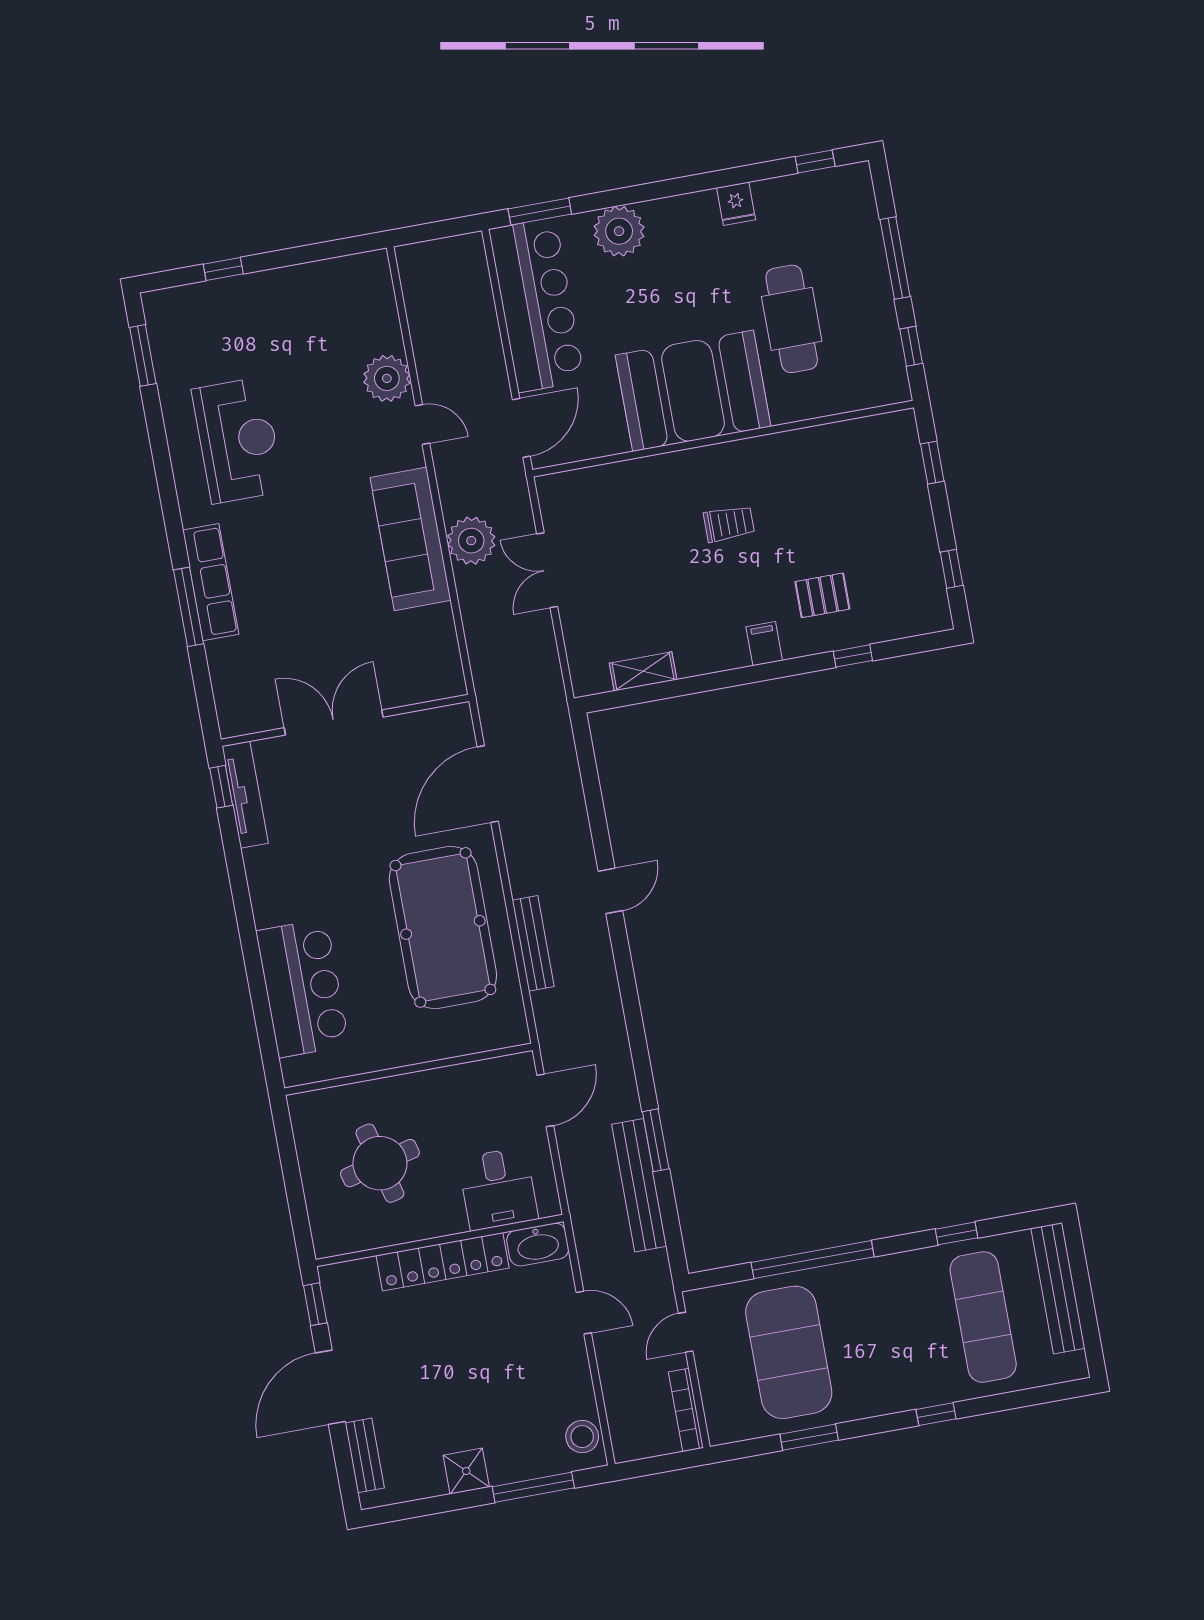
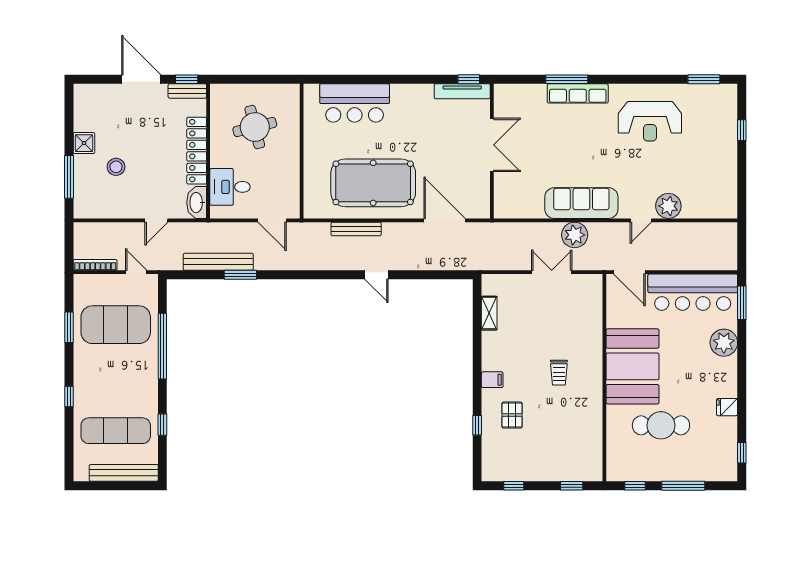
stool: (582, 1437) -> (116, 167), moved
bench: (365, 1455) -> (187, 91), moved

